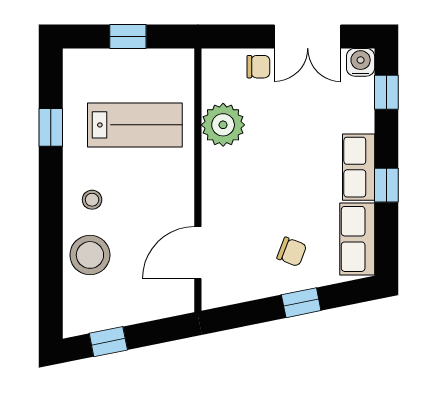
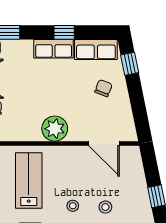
plant: (223, 125) -> (55, 129), moved
stool: (90, 255) -> (105, 207), width x0.53, depth x0.53
window: (301, 303) -> (130, 64), moved

